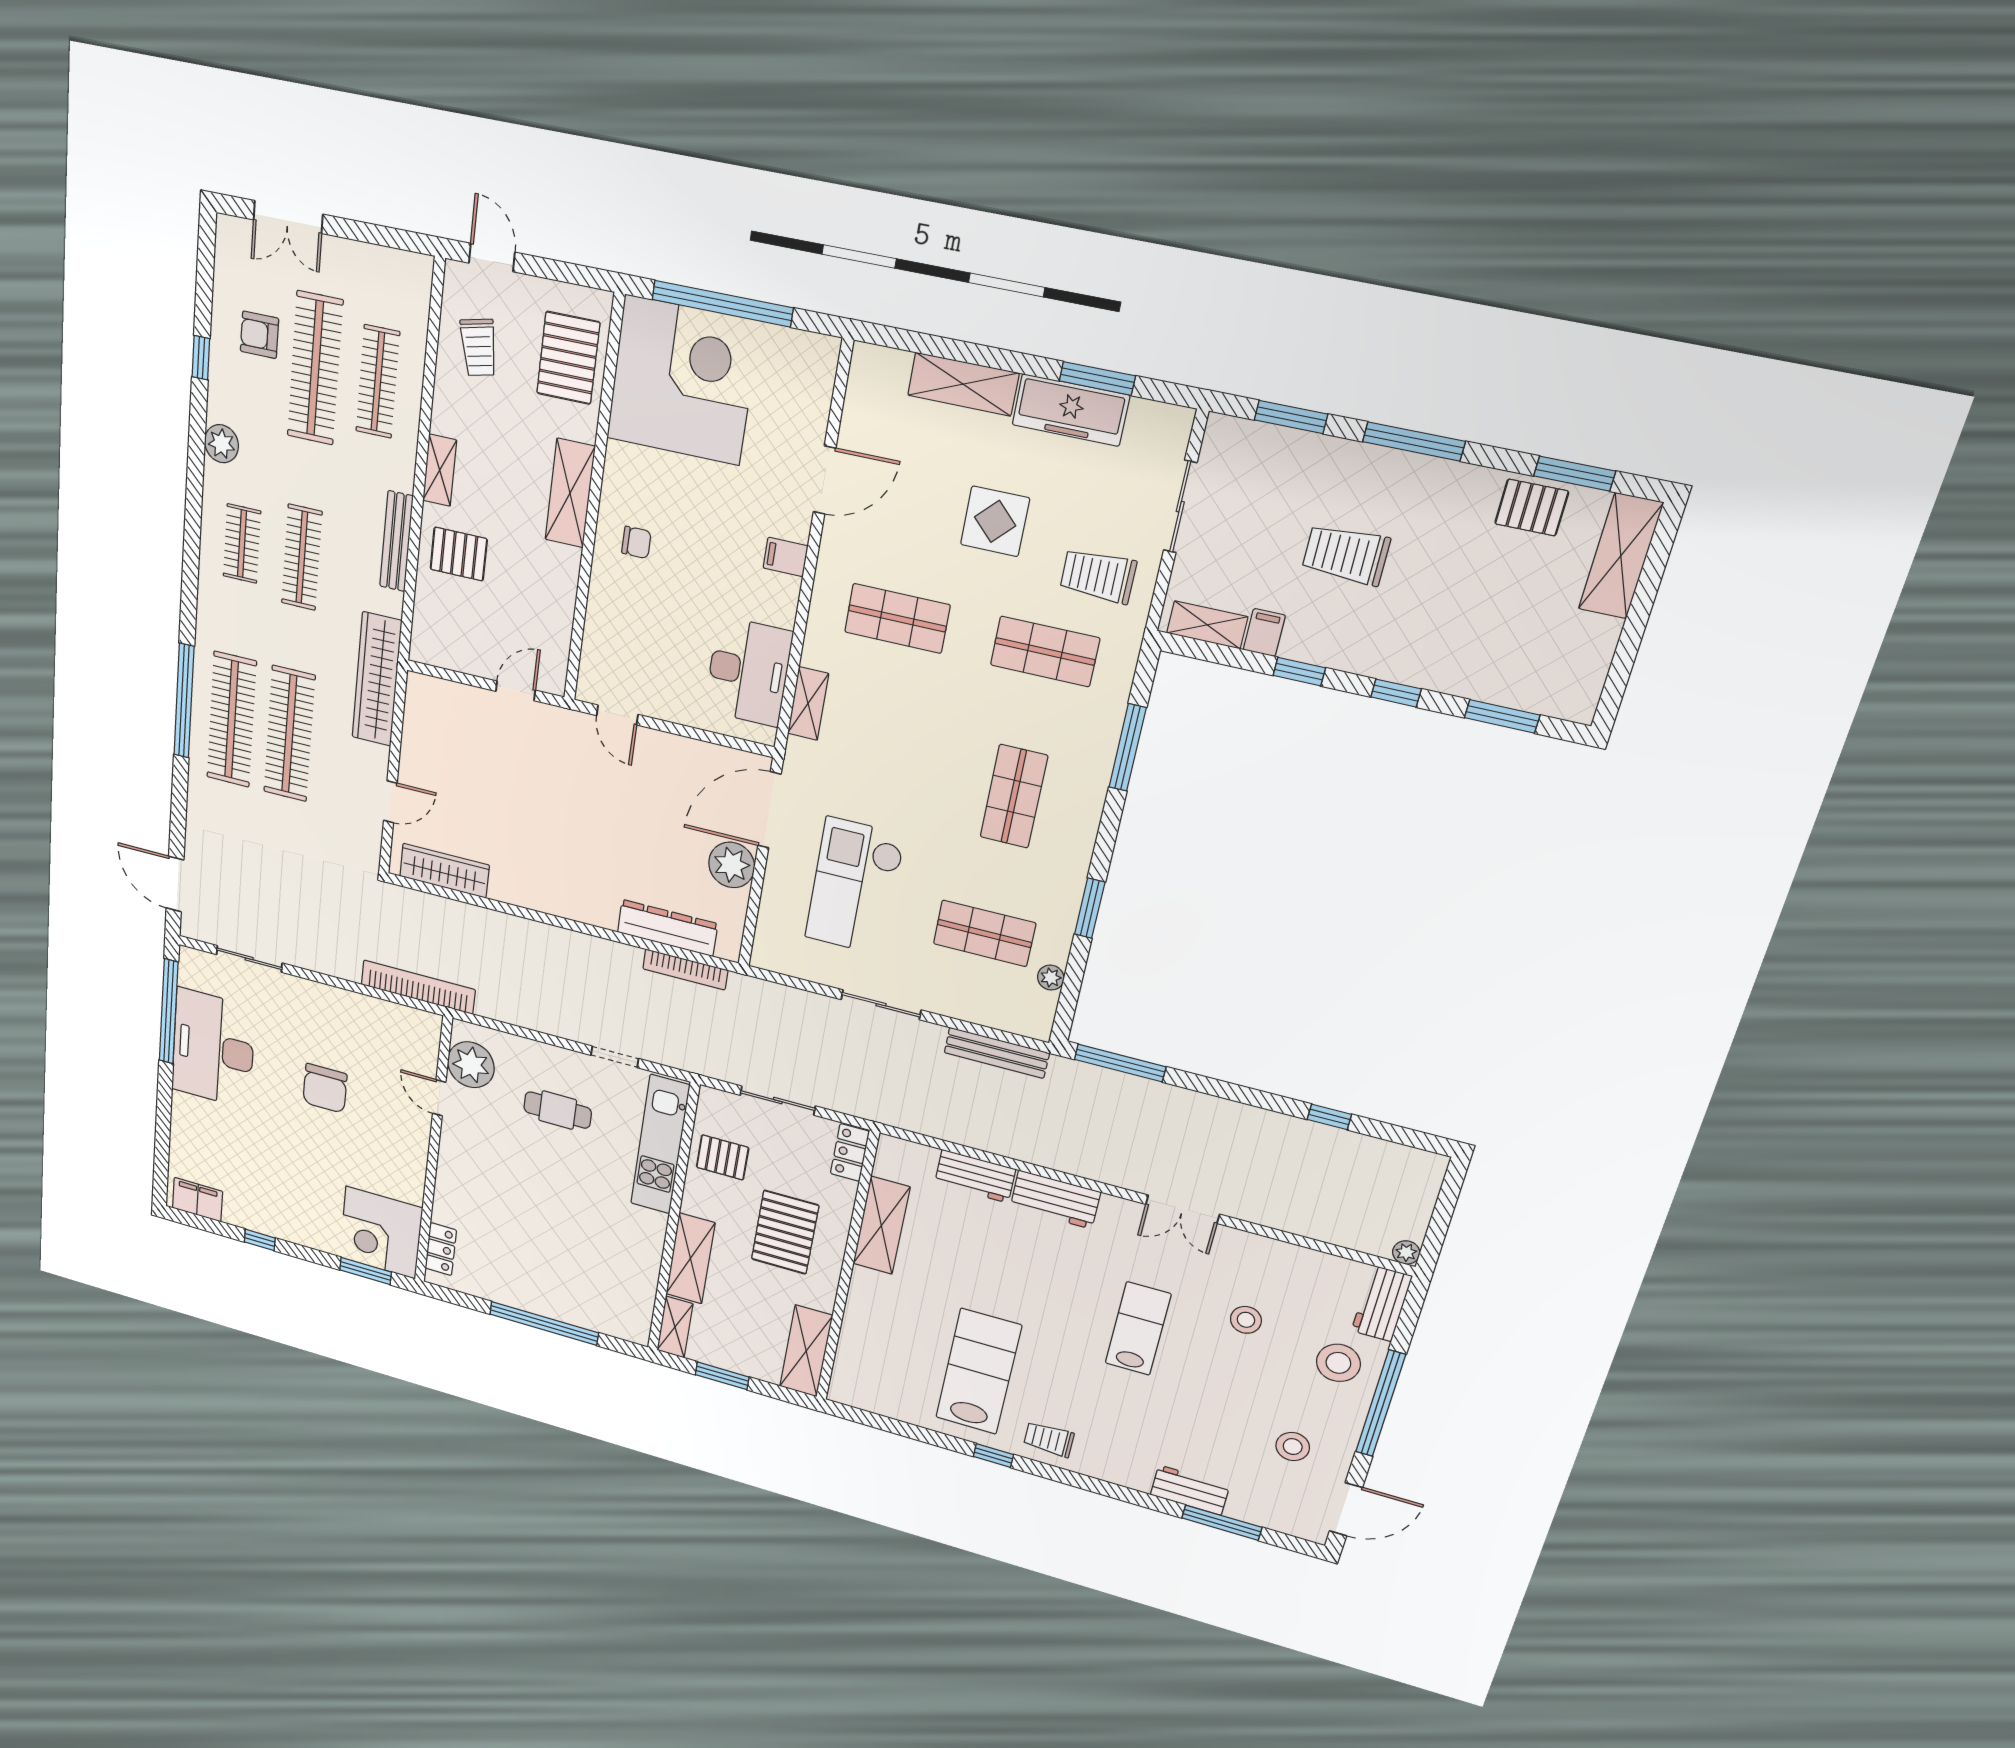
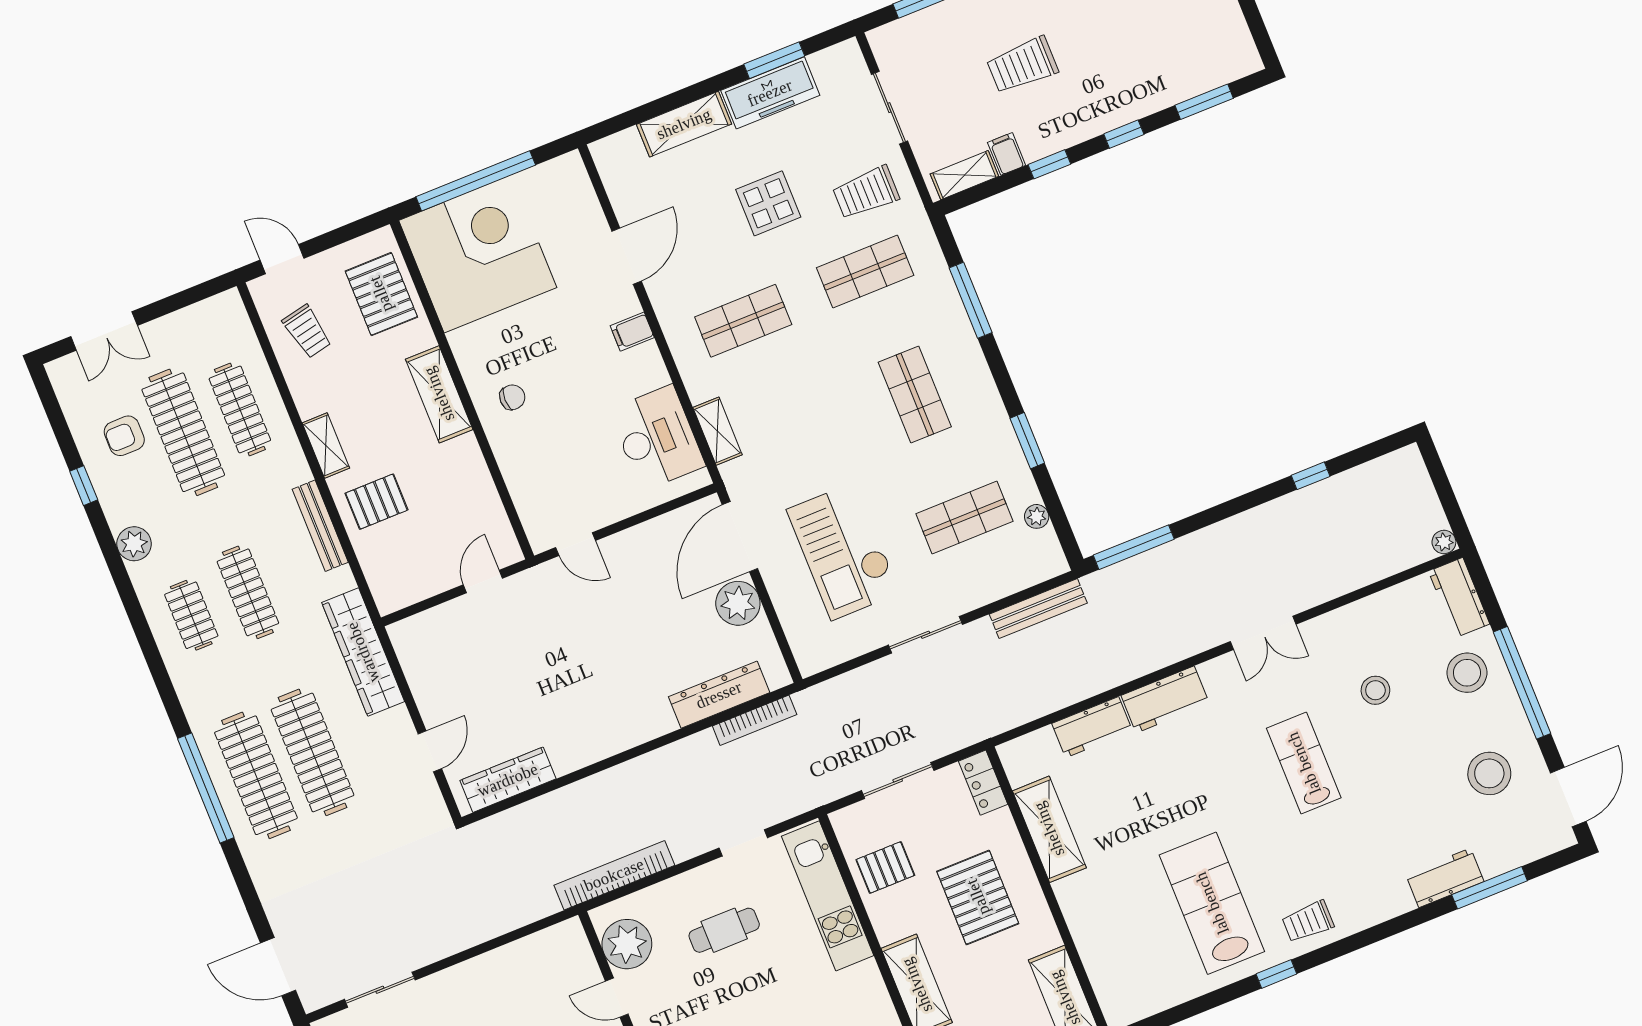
bookcase: (418, 987) -> (614, 875), moved
stool: (1293, 1447) -> (1489, 773), width x1.38, depth x1.38

